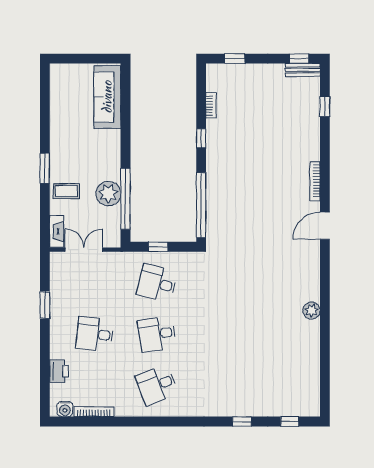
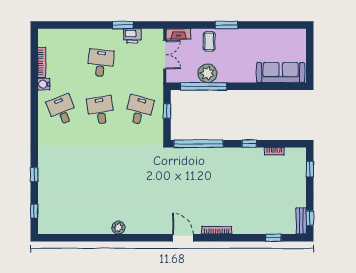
printer: (59, 371) -> (132, 36), moved
water cooler: (65, 409) -> (44, 84), moved

